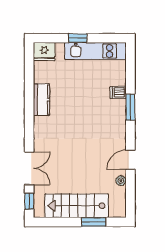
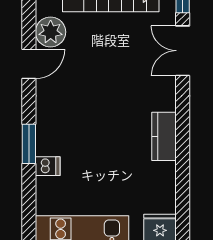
kitchen counter: (41, 100) -> (164, 136), moved
plant: (121, 181) -> (51, 32), width x1.88, depth x1.88

